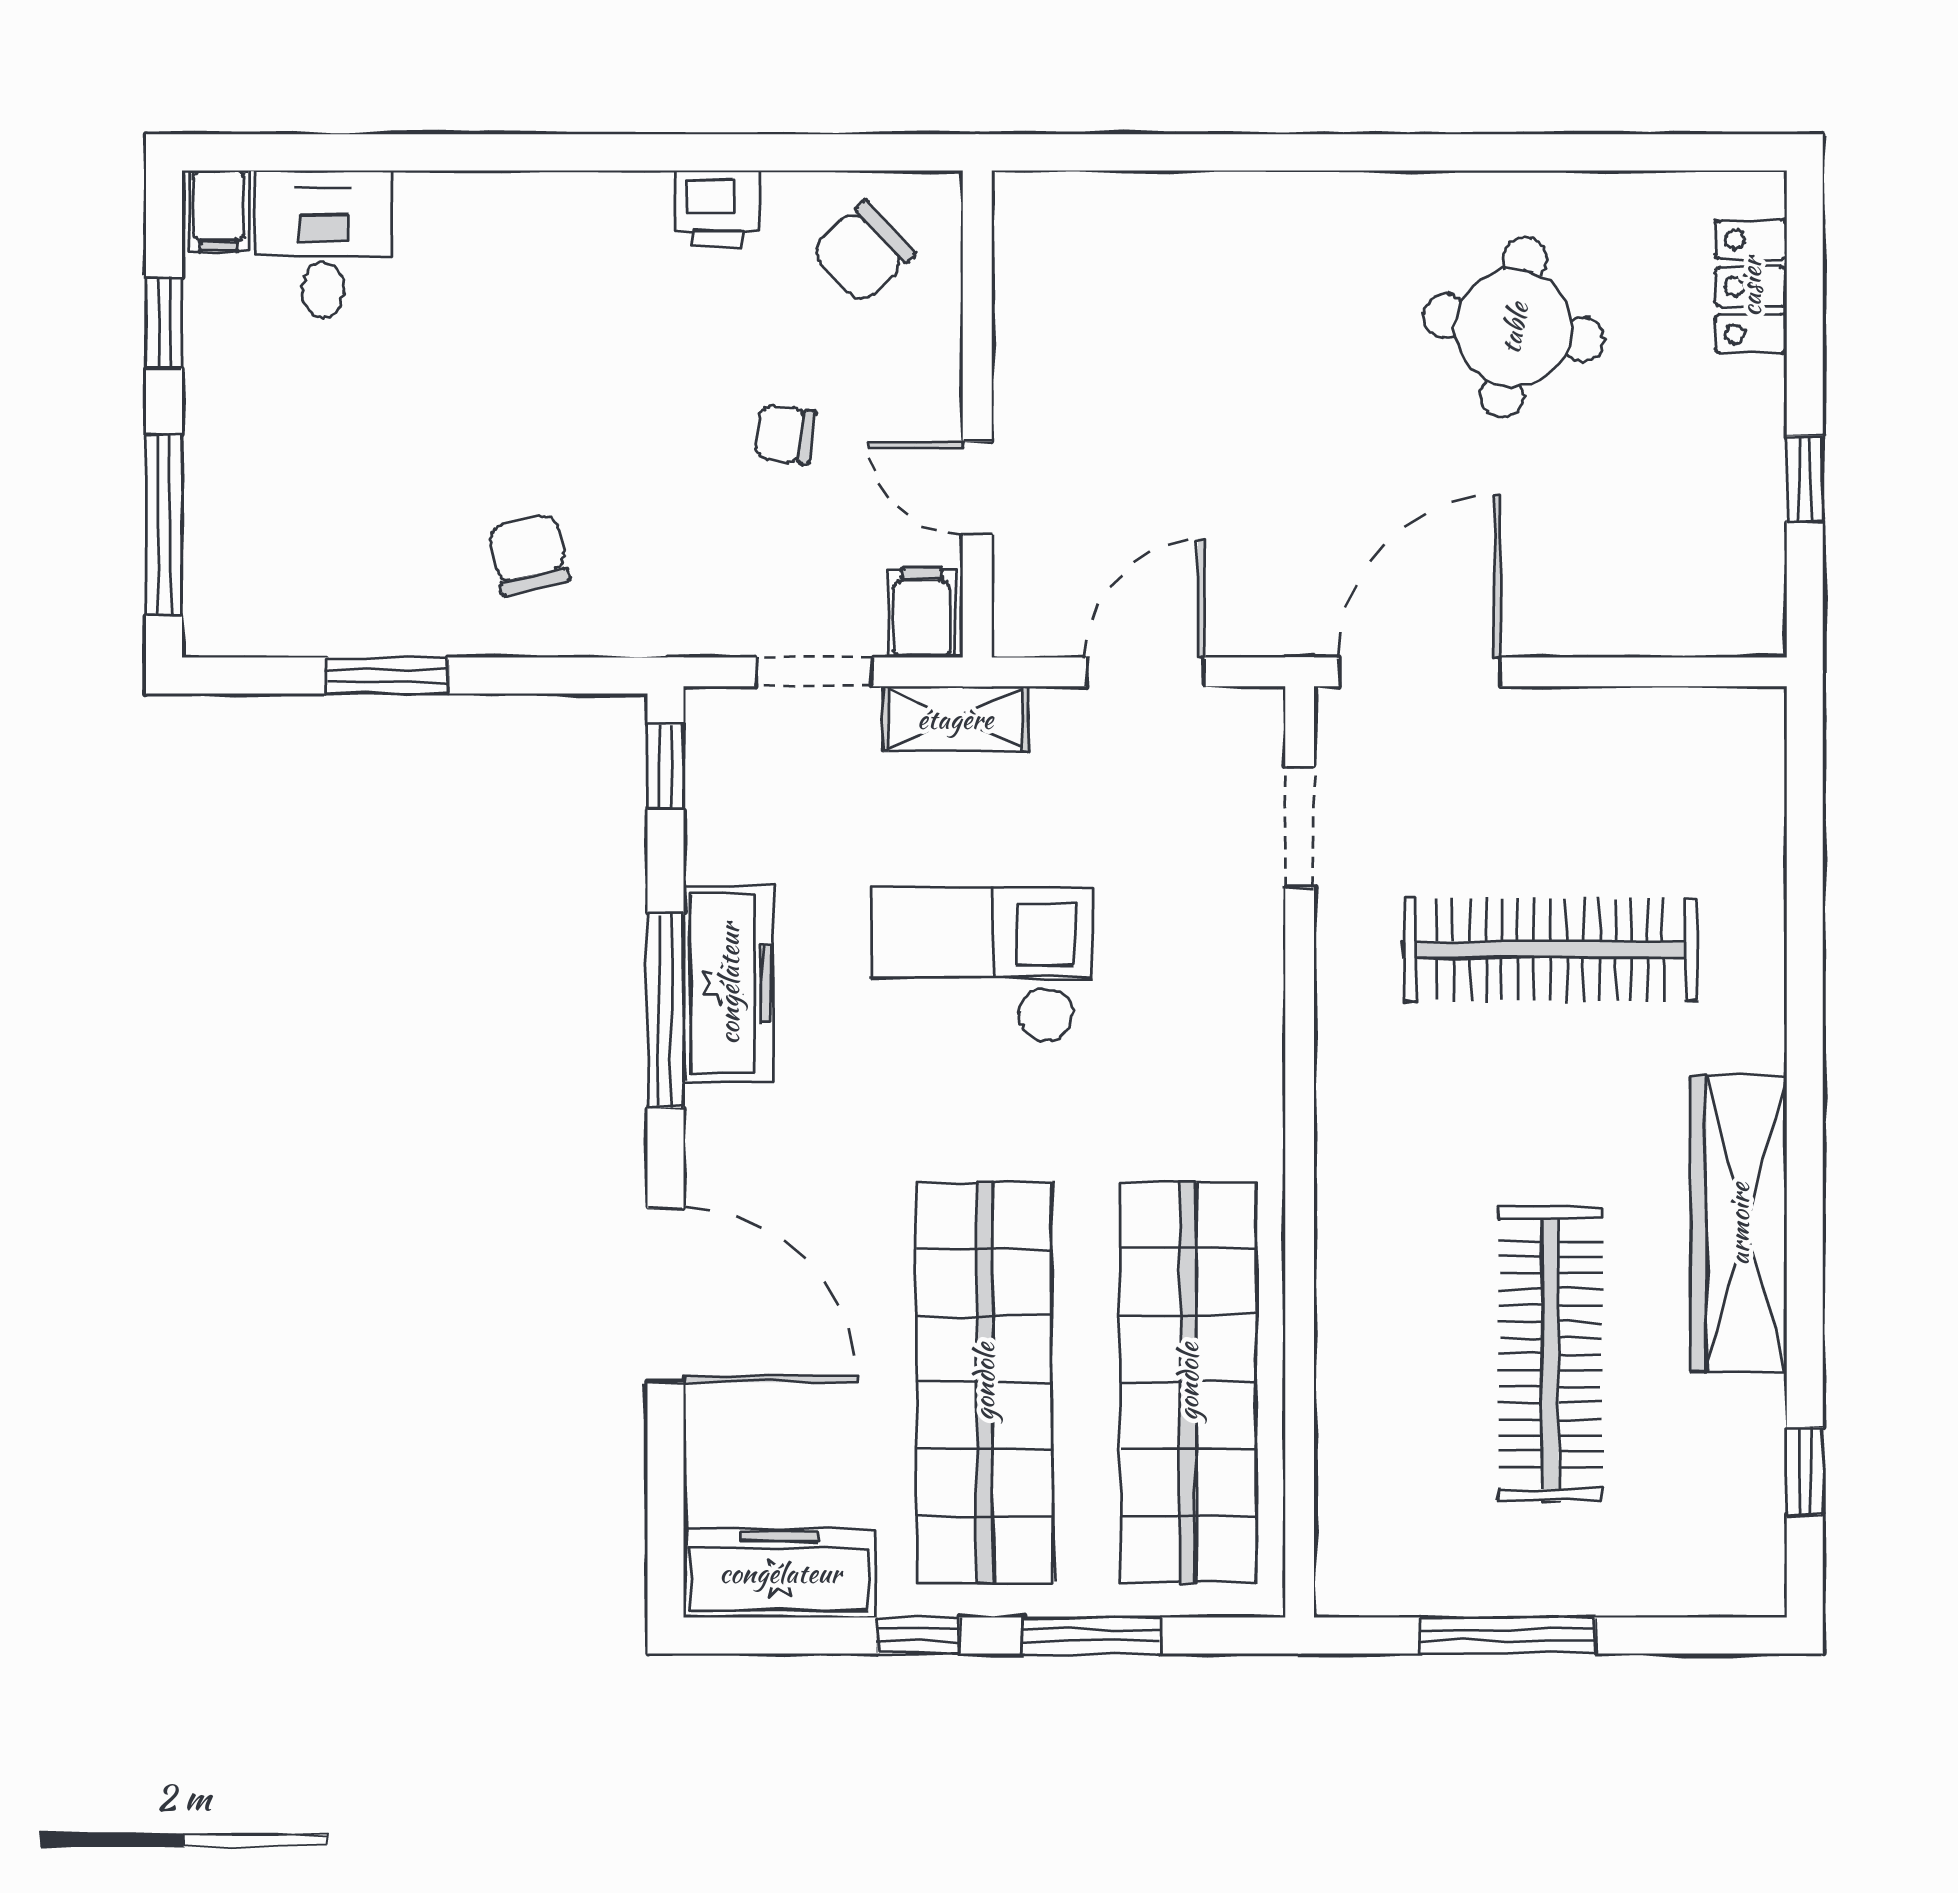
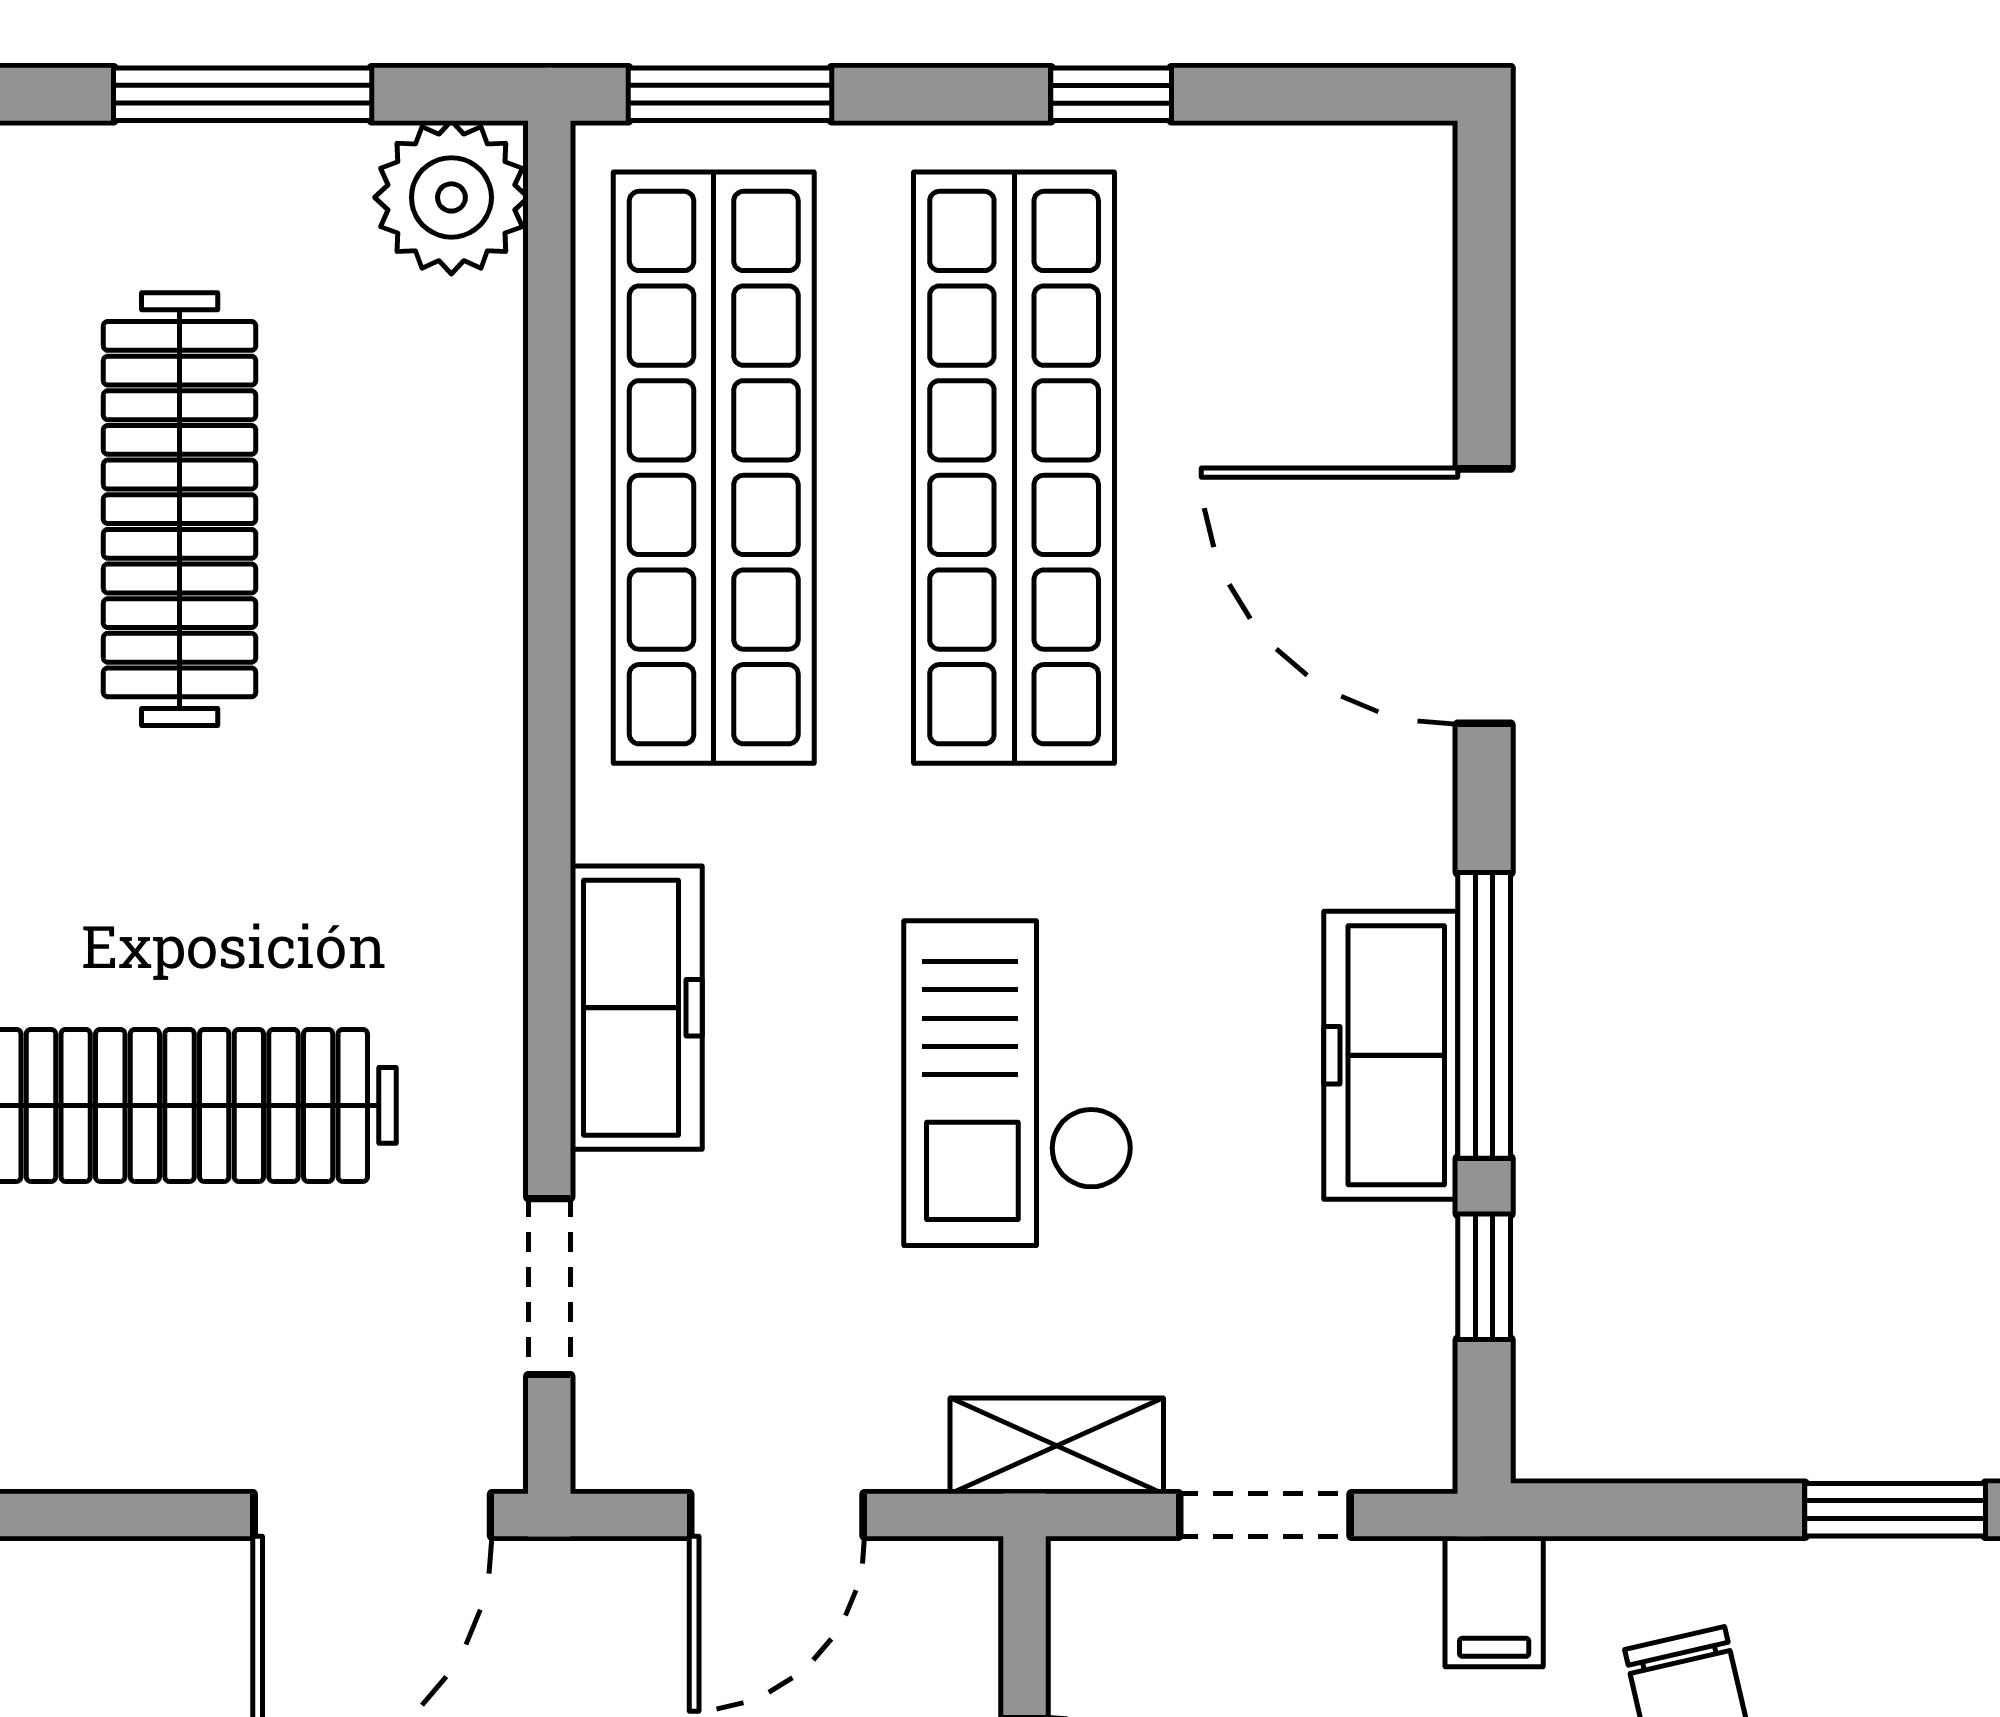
filing cabinet: (922, 613) -> (1494, 1602), moved
window: (665, 766) -> (1484, 1277), moved
checkout: (982, 965) -> (1018, 1083), turned 90
plant: (1366, 1566) -> (451, 197), added
freezer: (780, 1573) -> (636, 1008), moved, turned -90
window: (1091, 1636) -> (730, 94), moved

